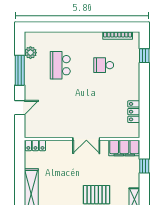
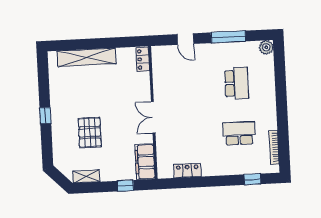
plant: (30, 53) -> (266, 47), moved
school desk: (60, 65) -> (237, 83), turned 90
school desk: (104, 65) -> (239, 133), width x1.85

